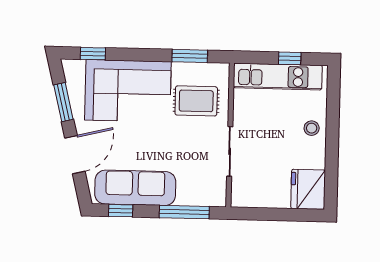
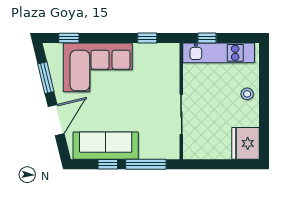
window: (190, 56) -> (147, 38), width x0.67
window: (290, 58) -> (207, 38), moved
rug: (196, 101) -> (153, 74), removed
window: (121, 211) -> (108, 164), moved

